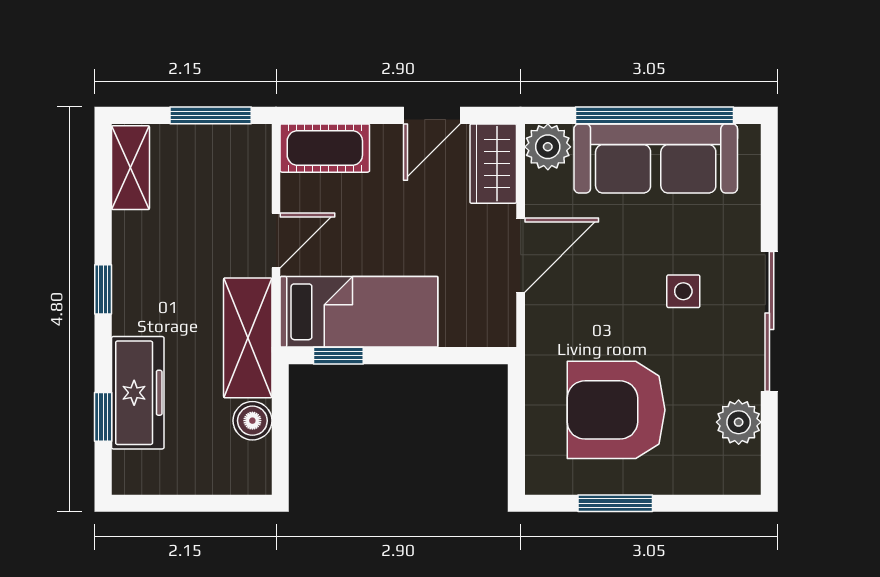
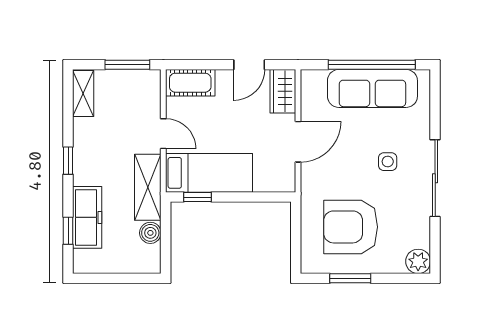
plant: (548, 147) -> (313, 82), removed
door: (276, 241) -> (163, 134), hinge flipped
plant: (739, 422) -> (418, 261), moved

